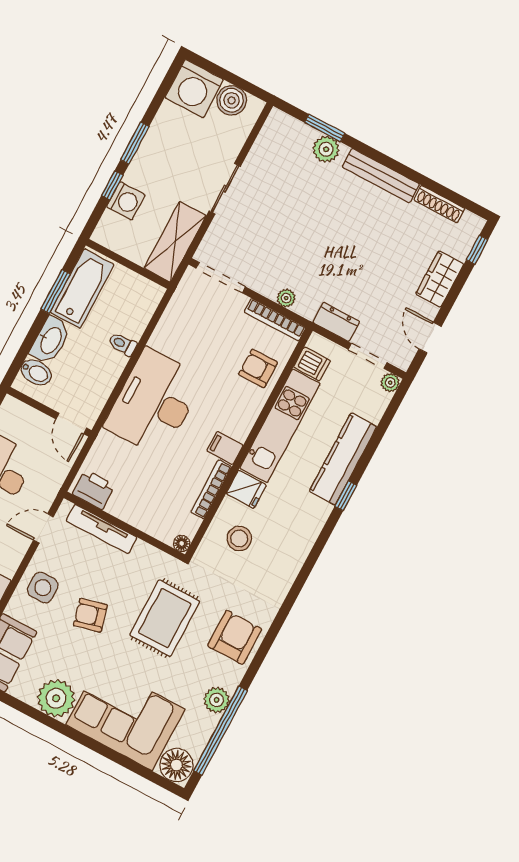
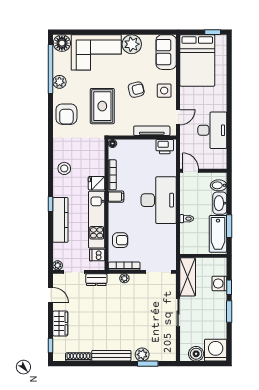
stool: (239, 538) -> (64, 168), moved

